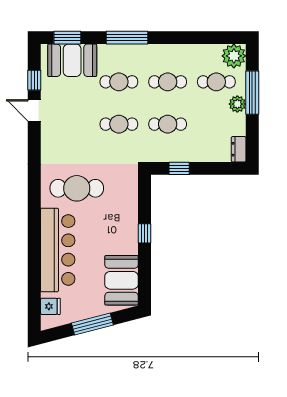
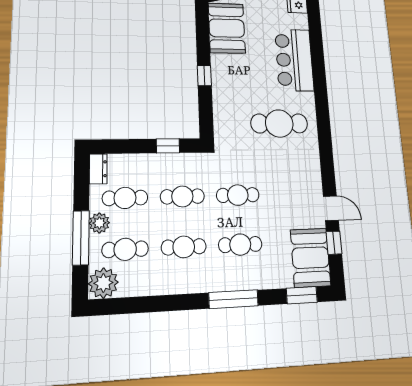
booth: (72, 60) -> (311, 258), moved, turned 90
cafe table: (216, 124) -> (125, 198), added
bar counter: (58, 250) -> (294, 60), width x0.73

